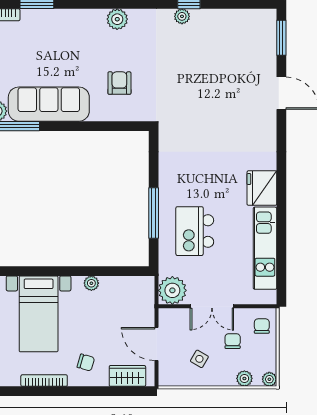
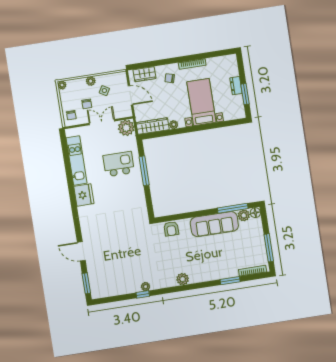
armchair: (119, 83) -> (171, 229), moved
kitchen island: (195, 231) -> (119, 164), turned -90
wardrobe: (127, 286) -> (153, 126), added
plant: (244, 378) -> (91, 81), moved

